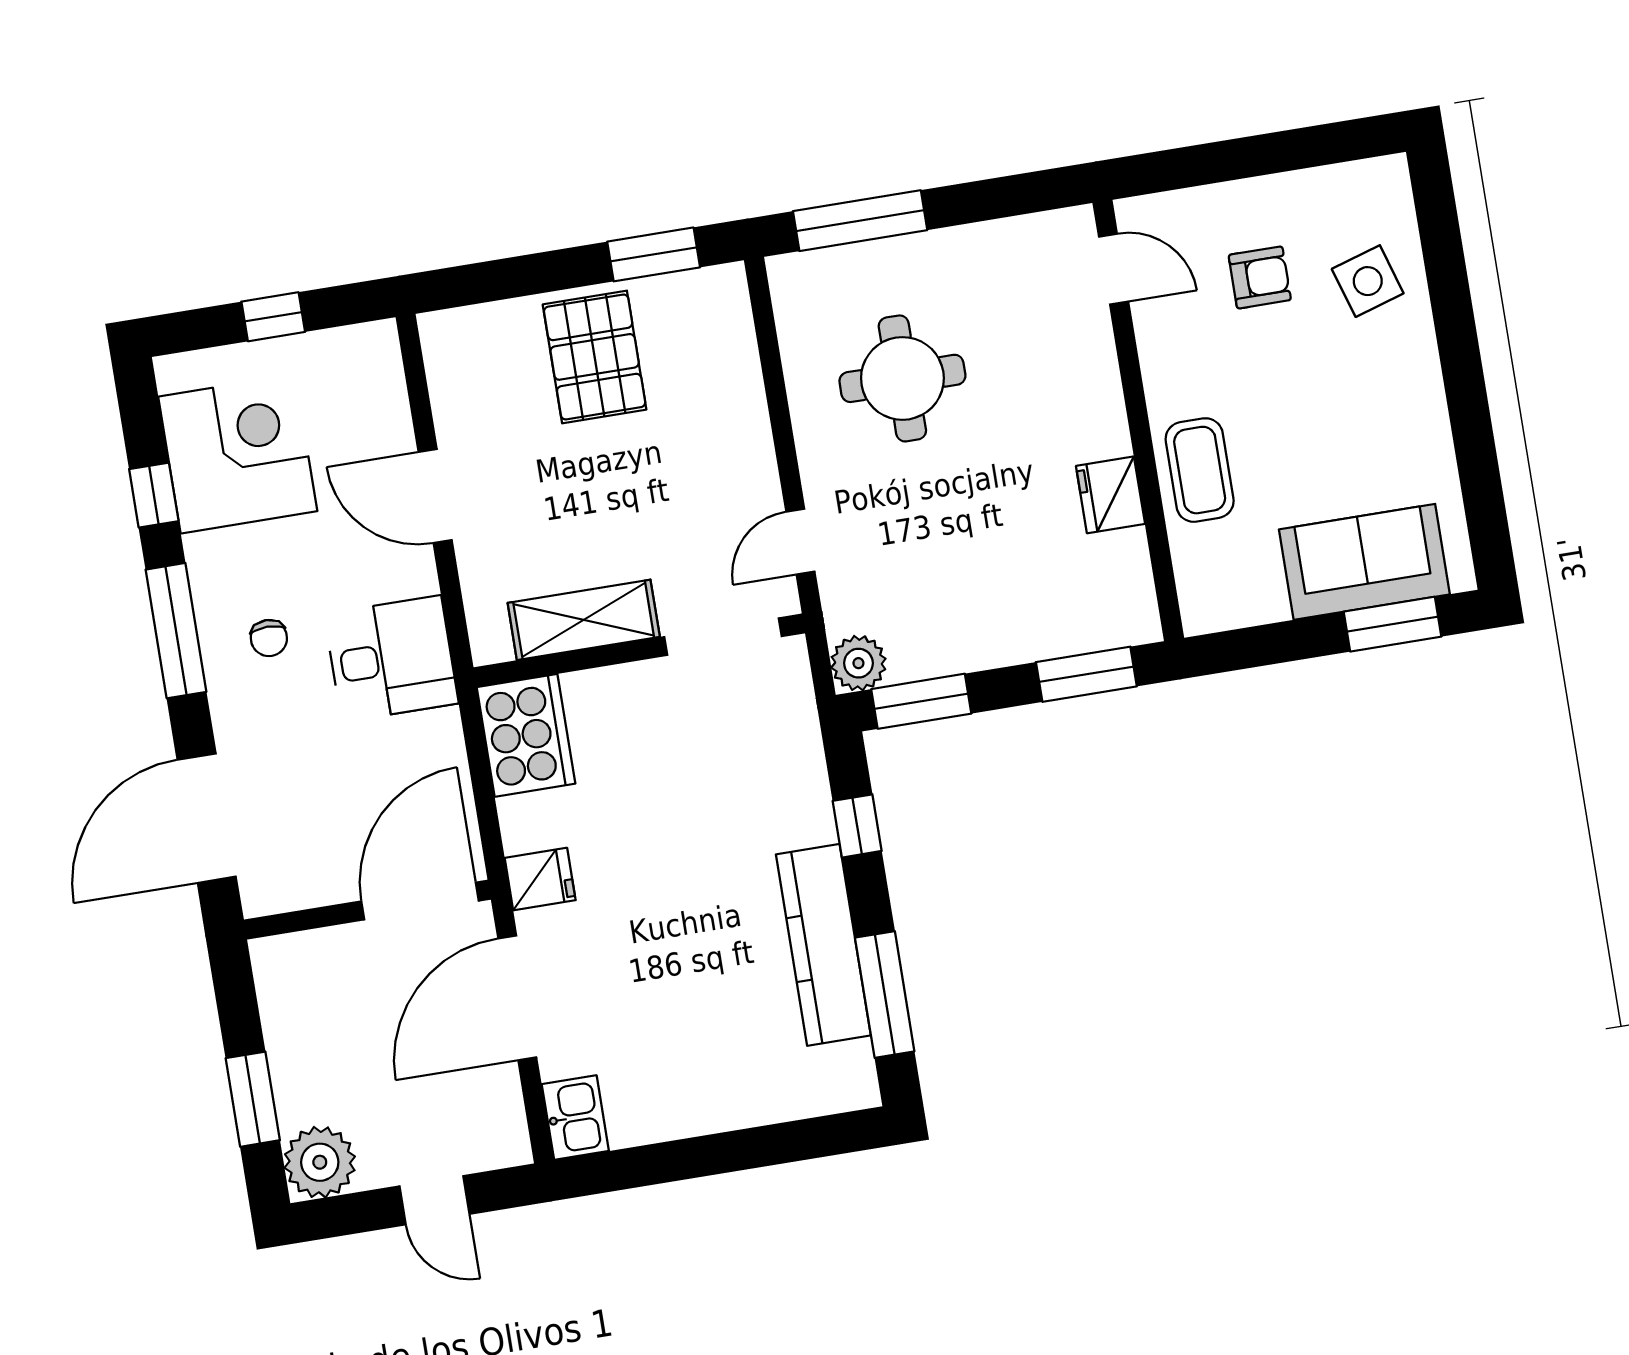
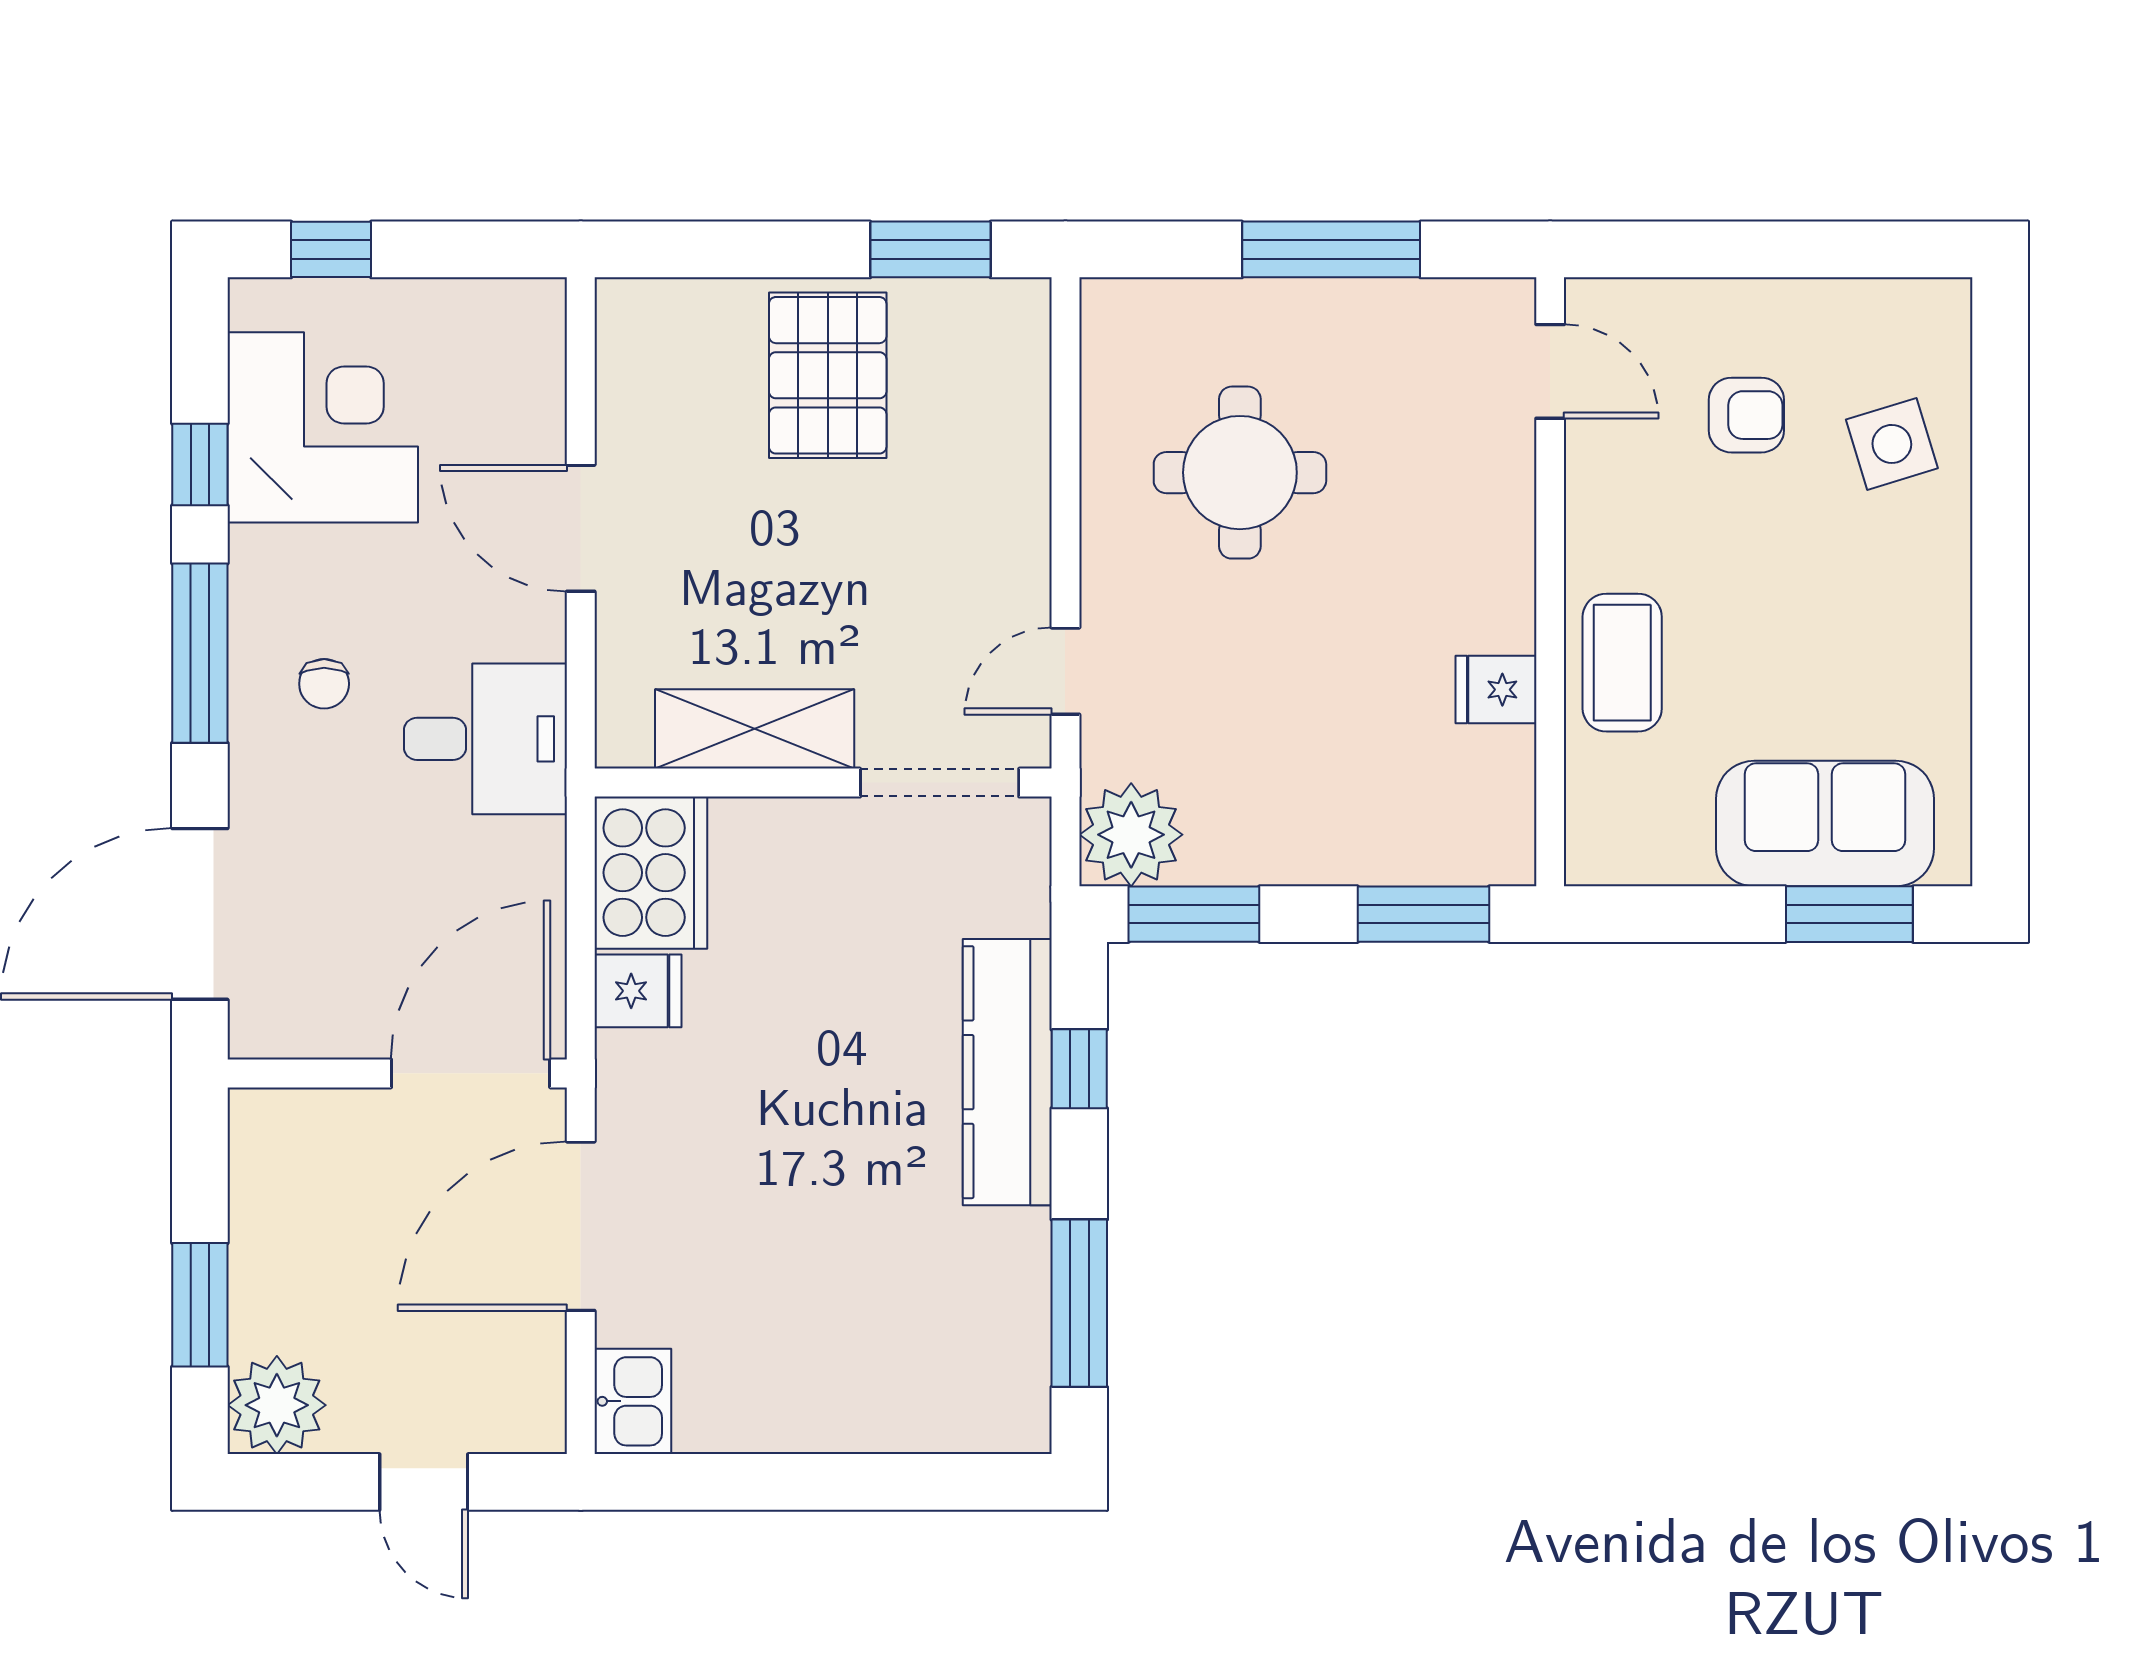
window: (860, 221) -> (1331, 249), moved
window: (273, 317) -> (331, 249), moved
fridge: (1110, 495) -> (1496, 690), width x0.72
plant: (858, 663) -> (1131, 835), width x1.36, depth x1.36
fridge: (540, 879) -> (638, 991), moved
kitchen counter: (823, 945) -> (1007, 1072), moved

